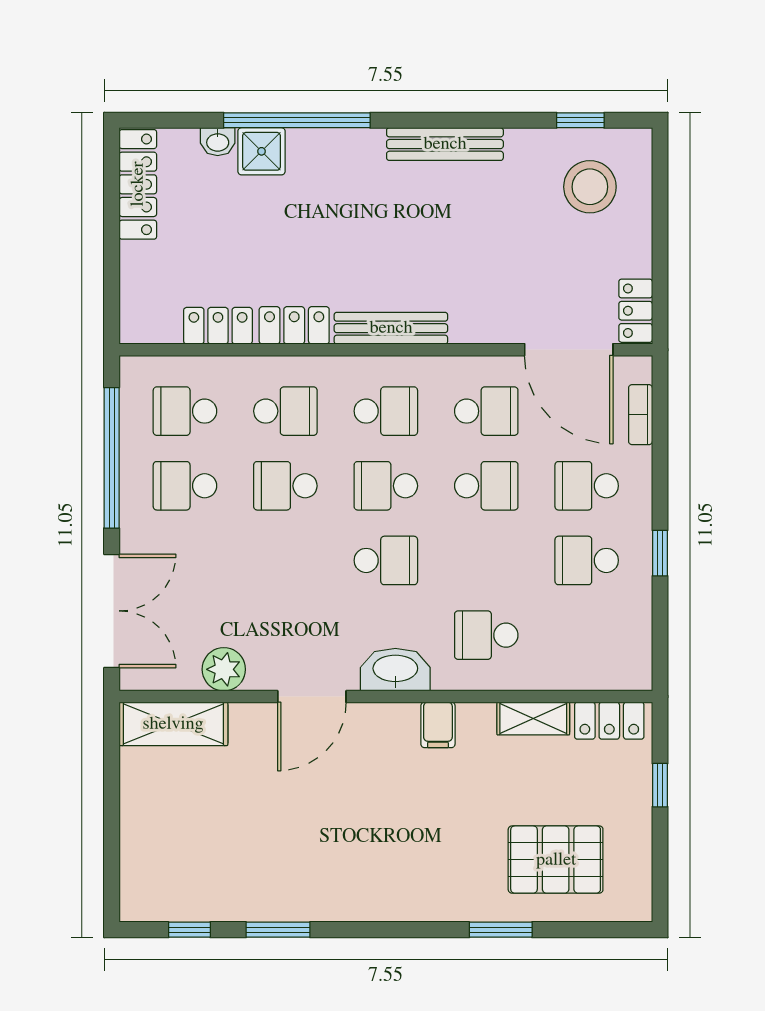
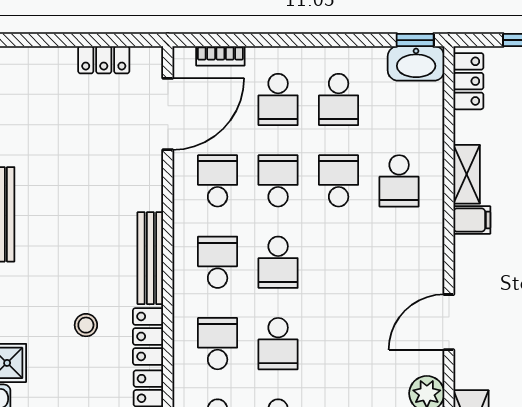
stool: (590, 187) -> (86, 325), moved, width x0.53, depth x0.53
locker: (636, 311) -> (104, 60), moved
window: (660, 553) -> (415, 40), moved
school desk: (386, 560) -> (339, 181), moved
washbasin: (395, 670) -> (416, 63), moved, turned -90
door: (312, 697) -> (449, 322), swing flipped
shelving: (533, 719) -> (467, 174), moved

